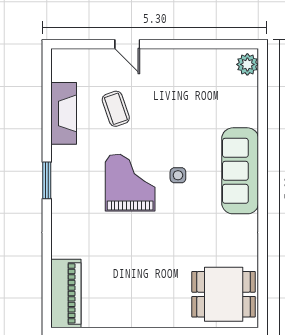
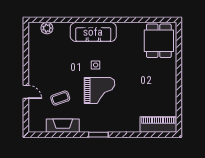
door: (127, 44) -> (26, 92), hinge flipped
plant: (247, 64) -> (47, 28), moved
grand piano: (130, 183) -> (100, 90), turned 180

